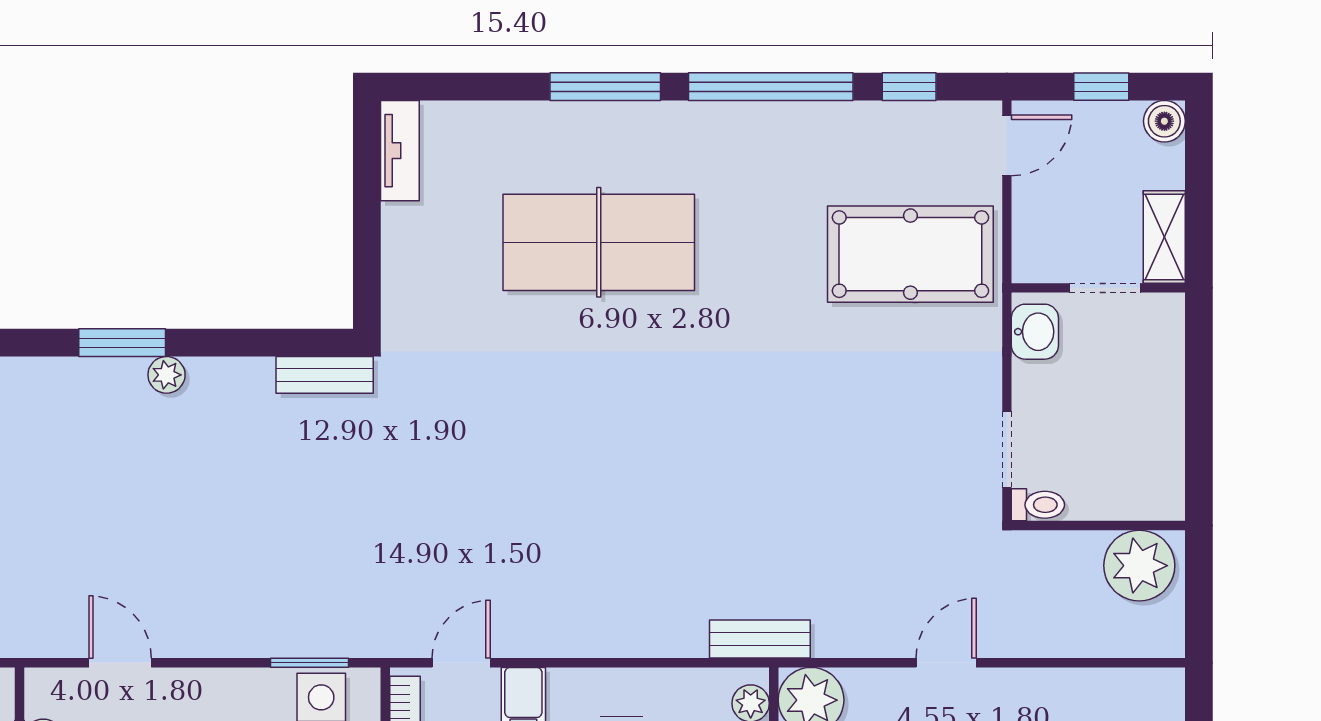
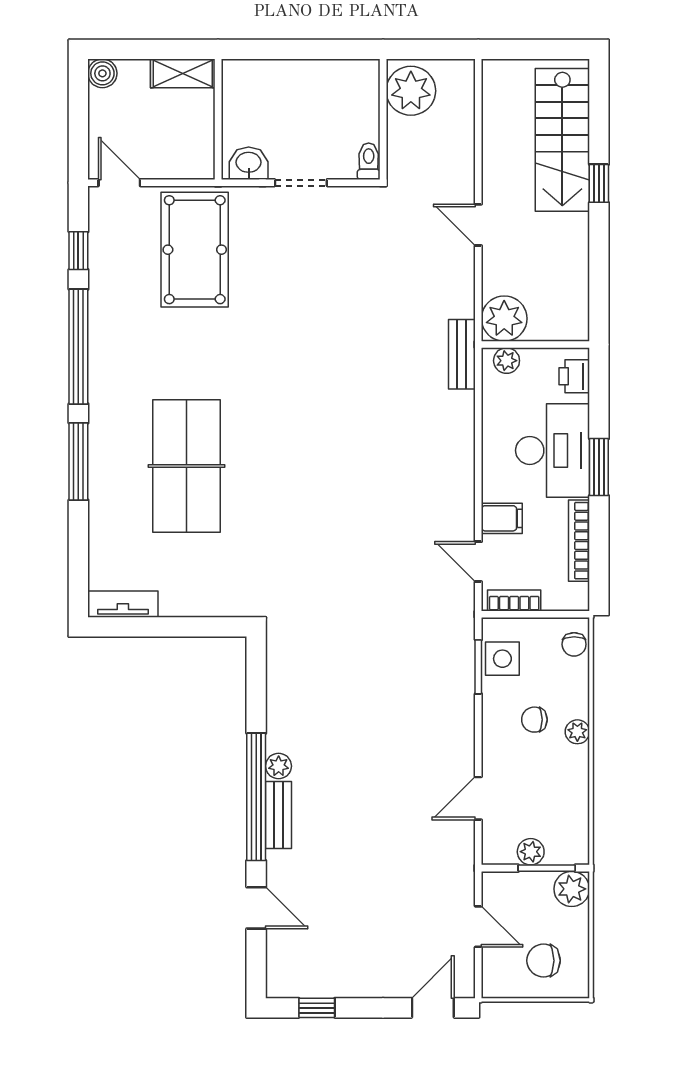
window: (1101, 87) -> (78, 117), removed
doorway: (1105, 288) -> (218, 115), removed
window: (122, 343) -> (256, 797), width x2.11
bench: (325, 375) -> (279, 815), moved
doorway: (1007, 449) -> (301, 183), moved

